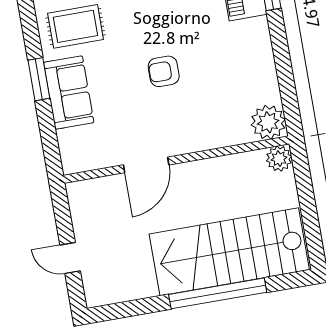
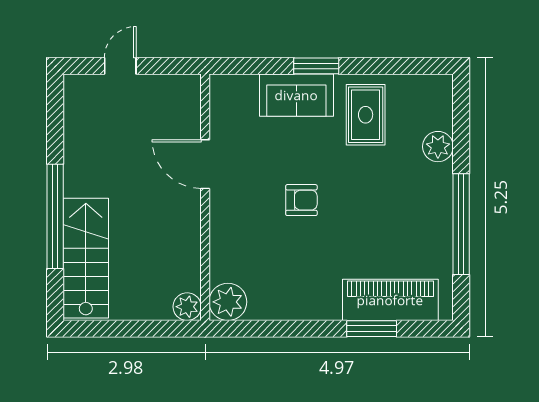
armchair: (164, 71) -> (301, 200), turned 90
stairs: (229, 252) -> (86, 258), width x0.73, depth x0.66

